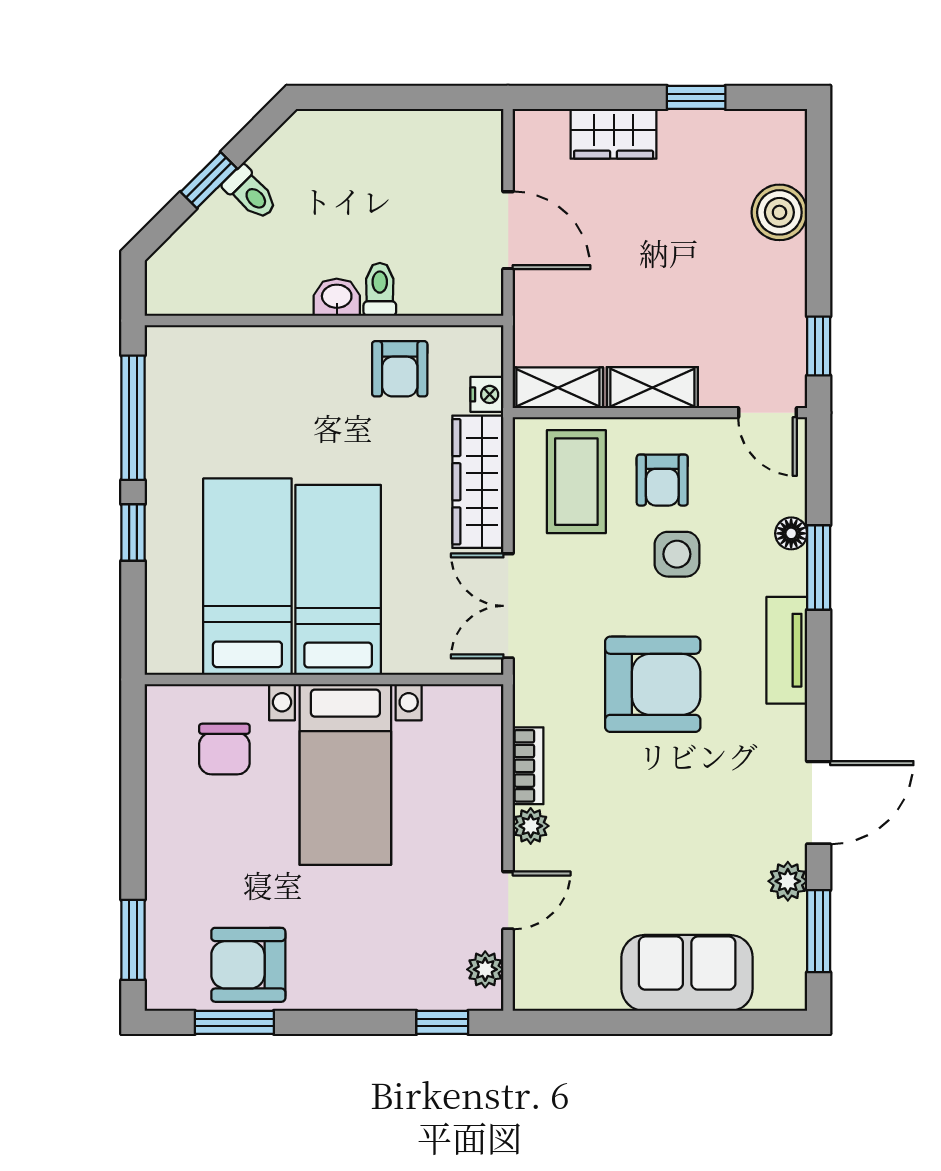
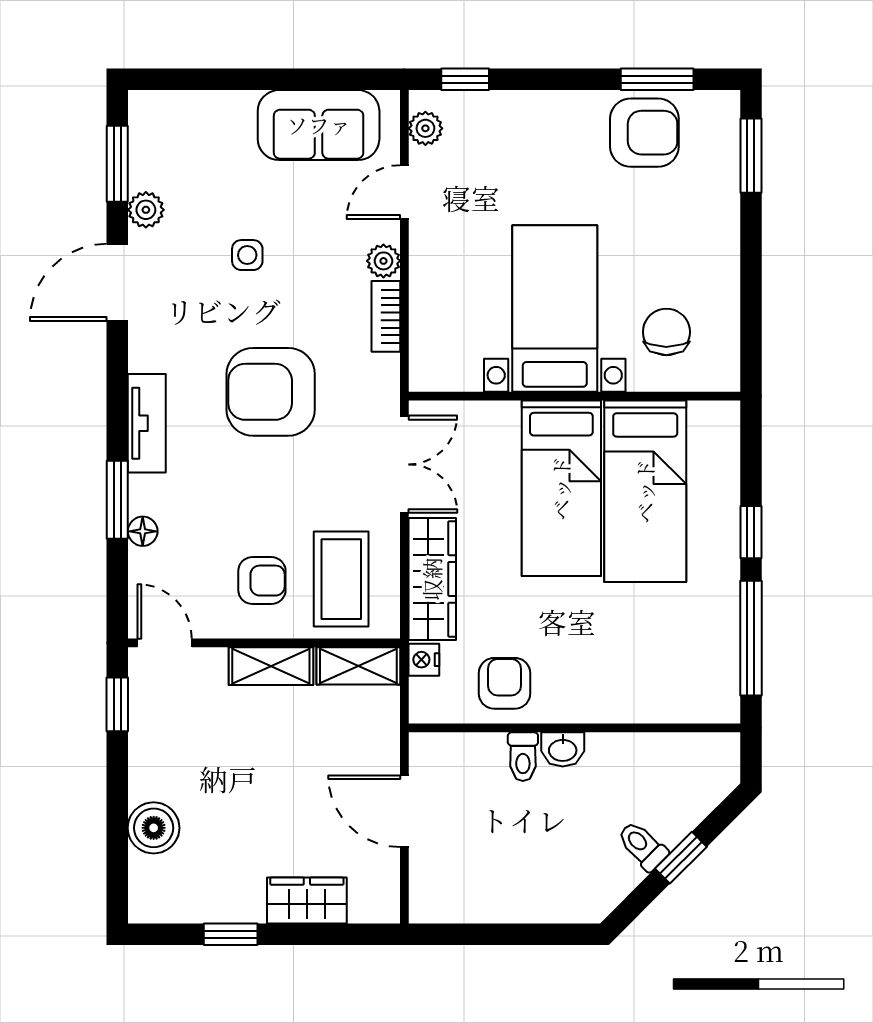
armchair: (662, 480) -> (262, 581), turned 90
side table: (677, 554) -> (247, 255), moved, width x0.73, depth x0.73
sofa: (687, 973) -> (319, 125), moved

